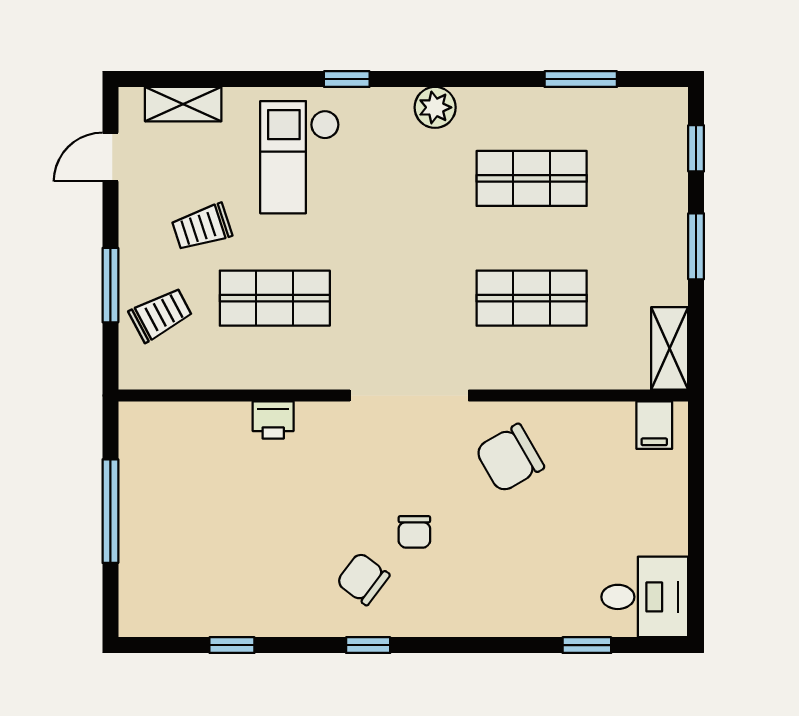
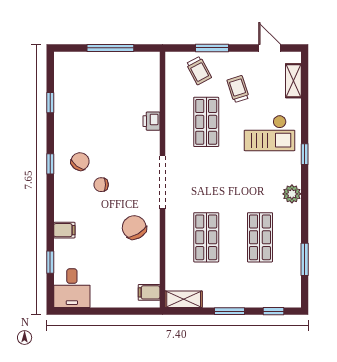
checkout: (300, 157) -> (270, 133), turned 180
filing cabinet: (516, 614) -> (64, 230), added

